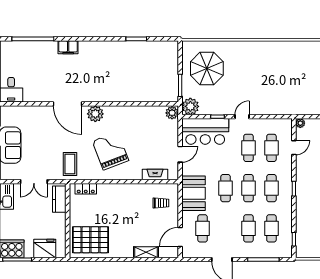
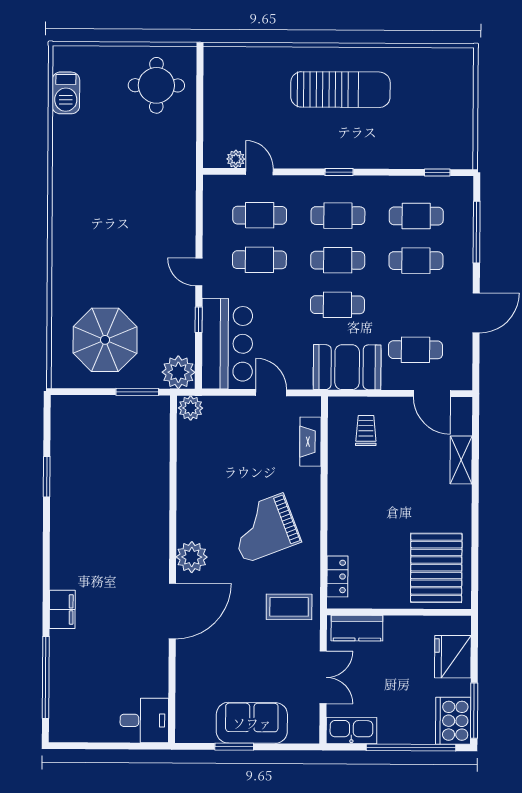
plant: (300, 123) -> (236, 159), moved

